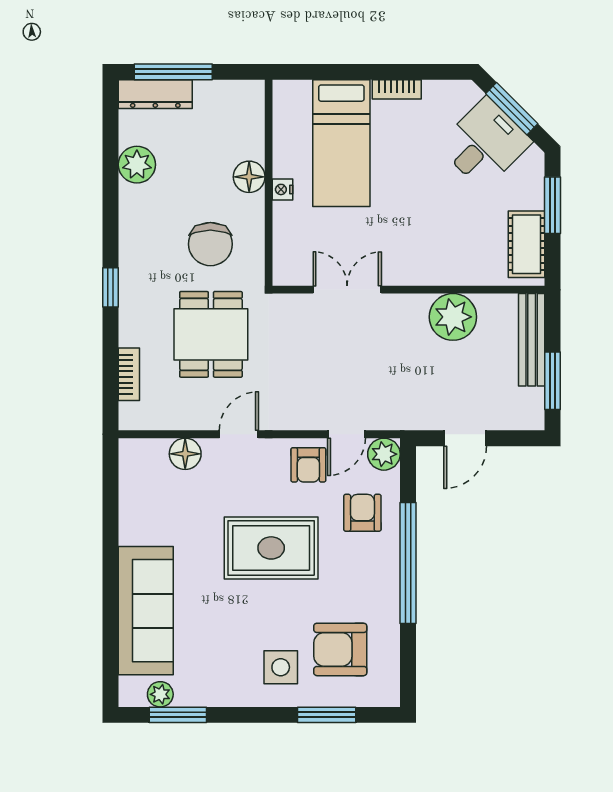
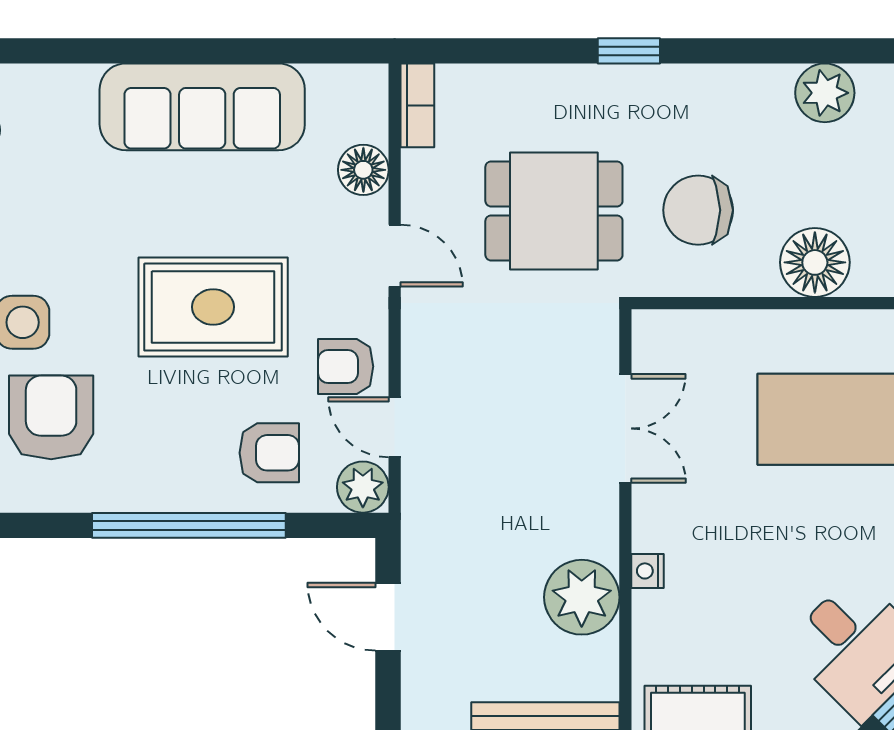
floor lamp: (249, 177) -> (815, 262), width x1.38, depth x1.38
nightstand: (283, 189) -> (647, 571), moved, turned -90
bookcase: (129, 374) -> (417, 105), moved, turned -90
rug: (271, 548) -> (213, 307), turned 90
sofa: (146, 611) -> (202, 107), moved

